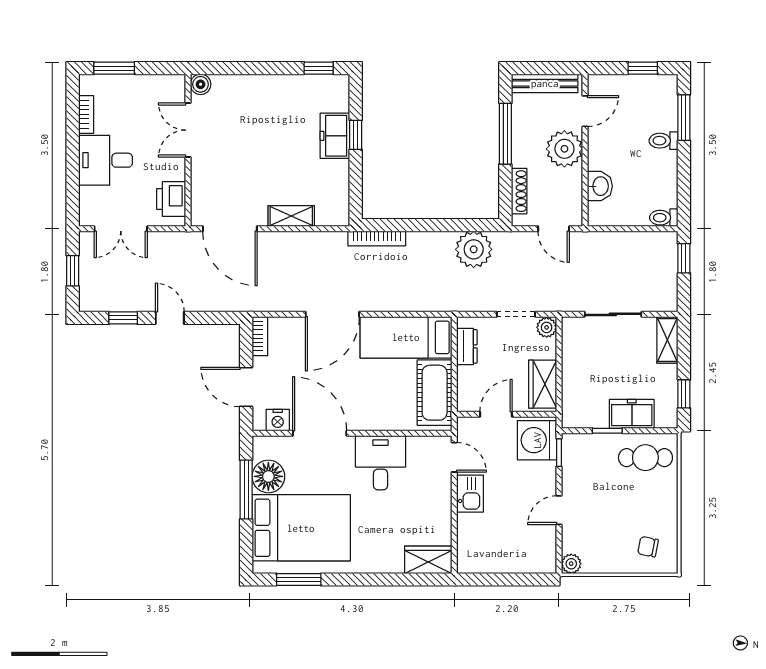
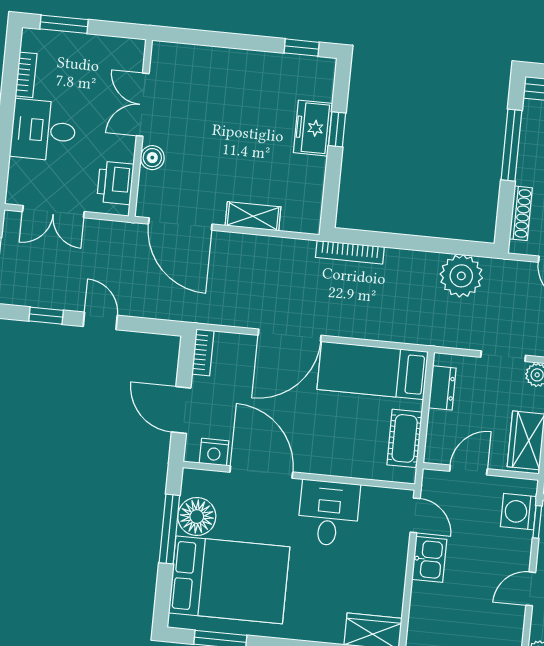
boiler: (201, 84) -> (152, 158), moved
cot: (435, 393) -> (405, 438), width x0.73, depth x0.75
washing machine: (537, 440) -> (519, 512), width x0.73, depth x0.73

